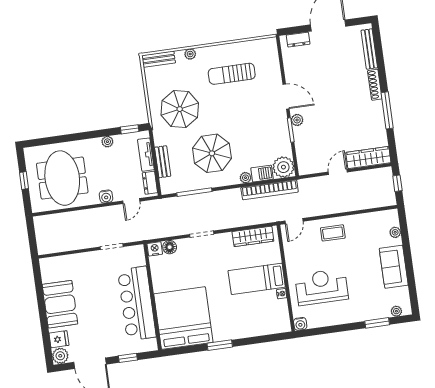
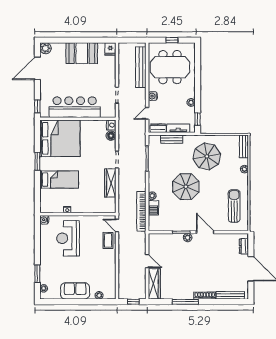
sun lounger: (232, 74) -> (234, 206), moved
door: (286, 97) -> (205, 232), swing flipped
parasol: (212, 153) -> (186, 187), moved
plant: (283, 167) -> (156, 223), removed
door: (131, 201) -> (147, 113), hinge flipped
bench: (68, 219) -> (141, 67), added
coffee table: (333, 233) -> (108, 240), moved
wardrobe: (253, 236) -> (110, 183), moved
bed: (257, 279) -> (59, 180), moved, turned 90
reception desk: (322, 287) -> (68, 238), turned 180
fridge: (59, 339) -> (110, 49), moved
window: (128, 358) -> (37, 106), moved

